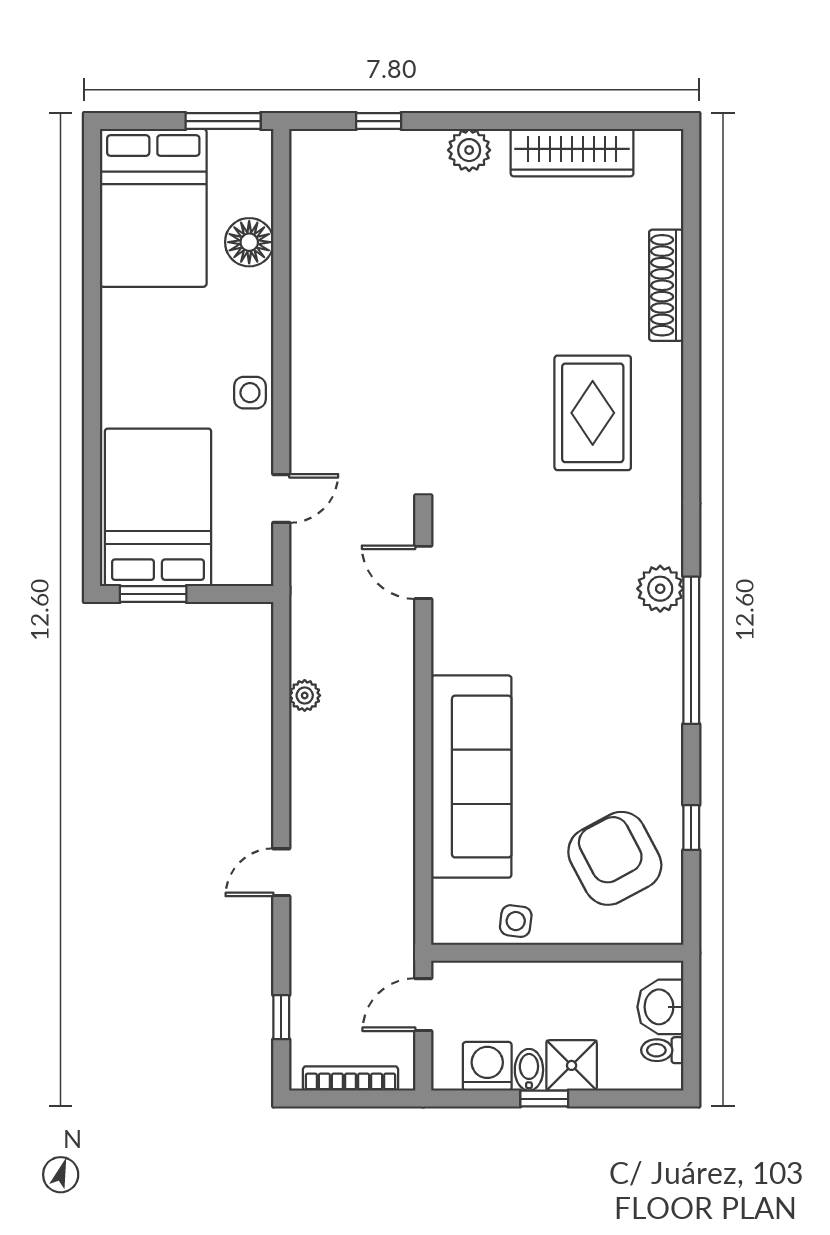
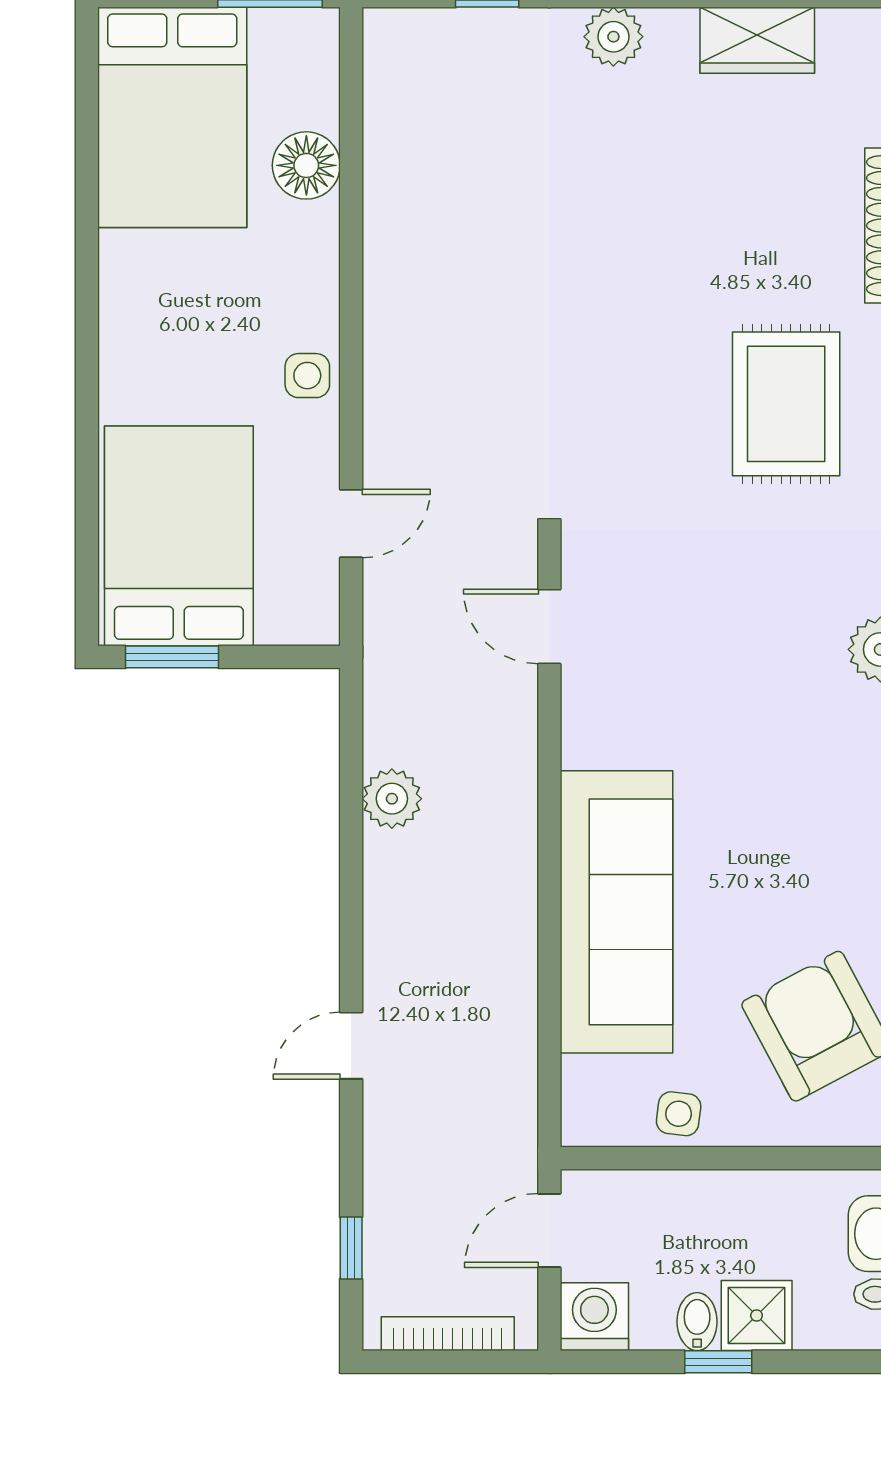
wardrobe: (572, 153) -> (757, 40), width x0.67
plant: (305, 695) -> (392, 799), width x1.38, depth x1.38
washing machine: (487, 1066) -> (594, 1317), moved

